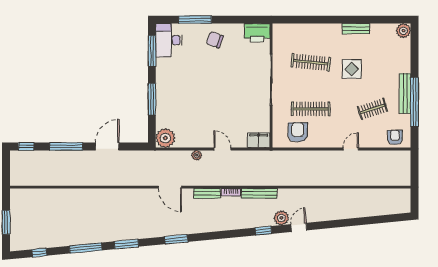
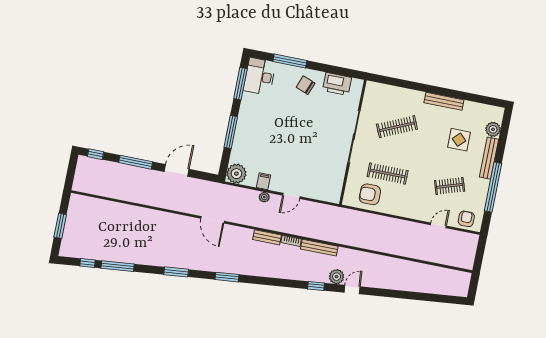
bench: (356, 29) -> (444, 101), width x1.36
plant: (403, 31) -> (493, 129), moved
printer: (257, 33) -> (337, 84), moved
clothes rail: (311, 62) -> (397, 127), turned -30
display table: (352, 69) -> (459, 140), moved
bench: (405, 93) -> (489, 158), moved
armchair: (298, 132) -> (370, 194), turned -90
filing cabinet: (259, 140) -> (264, 181), moved, width x0.50
door: (222, 149) -> (291, 196), swing flipped
door: (351, 149) -> (438, 225), moved
door: (170, 187) -> (212, 220), moved
window: (86, 248) -> (118, 266), moved

